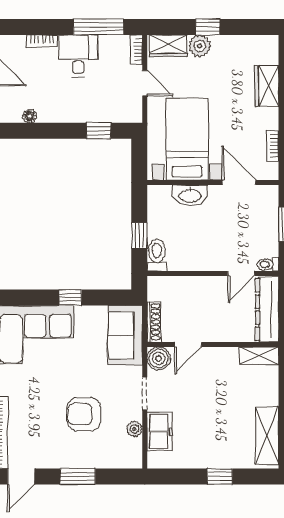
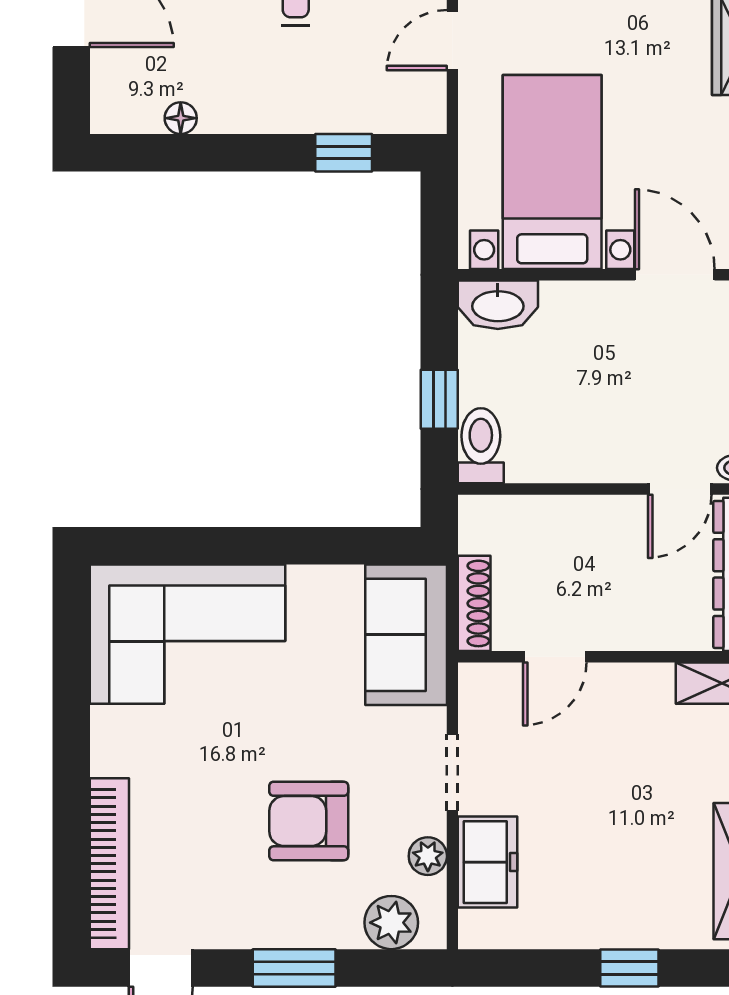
door: (145, 83) -> (452, 40), swing flipped
washbasin: (190, 195) -> (498, 305), moved
window: (70, 297) -> (277, 546), removed
boiler: (159, 358) -> (485, 690), removed
plant: (119, 457) -> (391, 923), added

